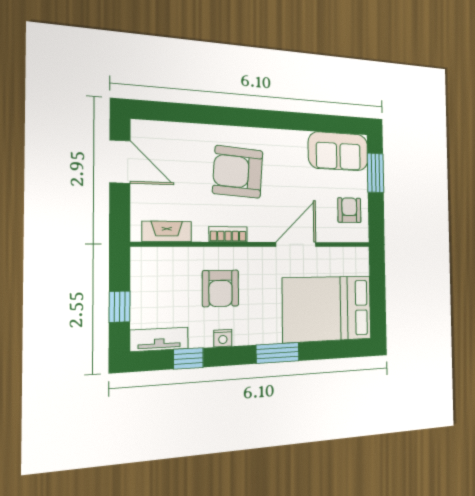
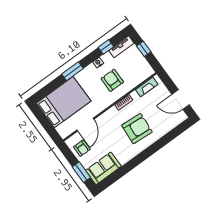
door: (296, 244) -> (85, 125), moved

